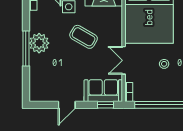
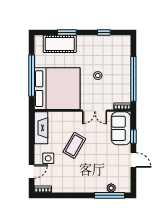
plant: (39, 43) -> (111, 188), moved, width x0.53, depth x0.53
window: (26, 49) -> (109, 195), moved
window: (106, 105) -> (133, 136), moved

